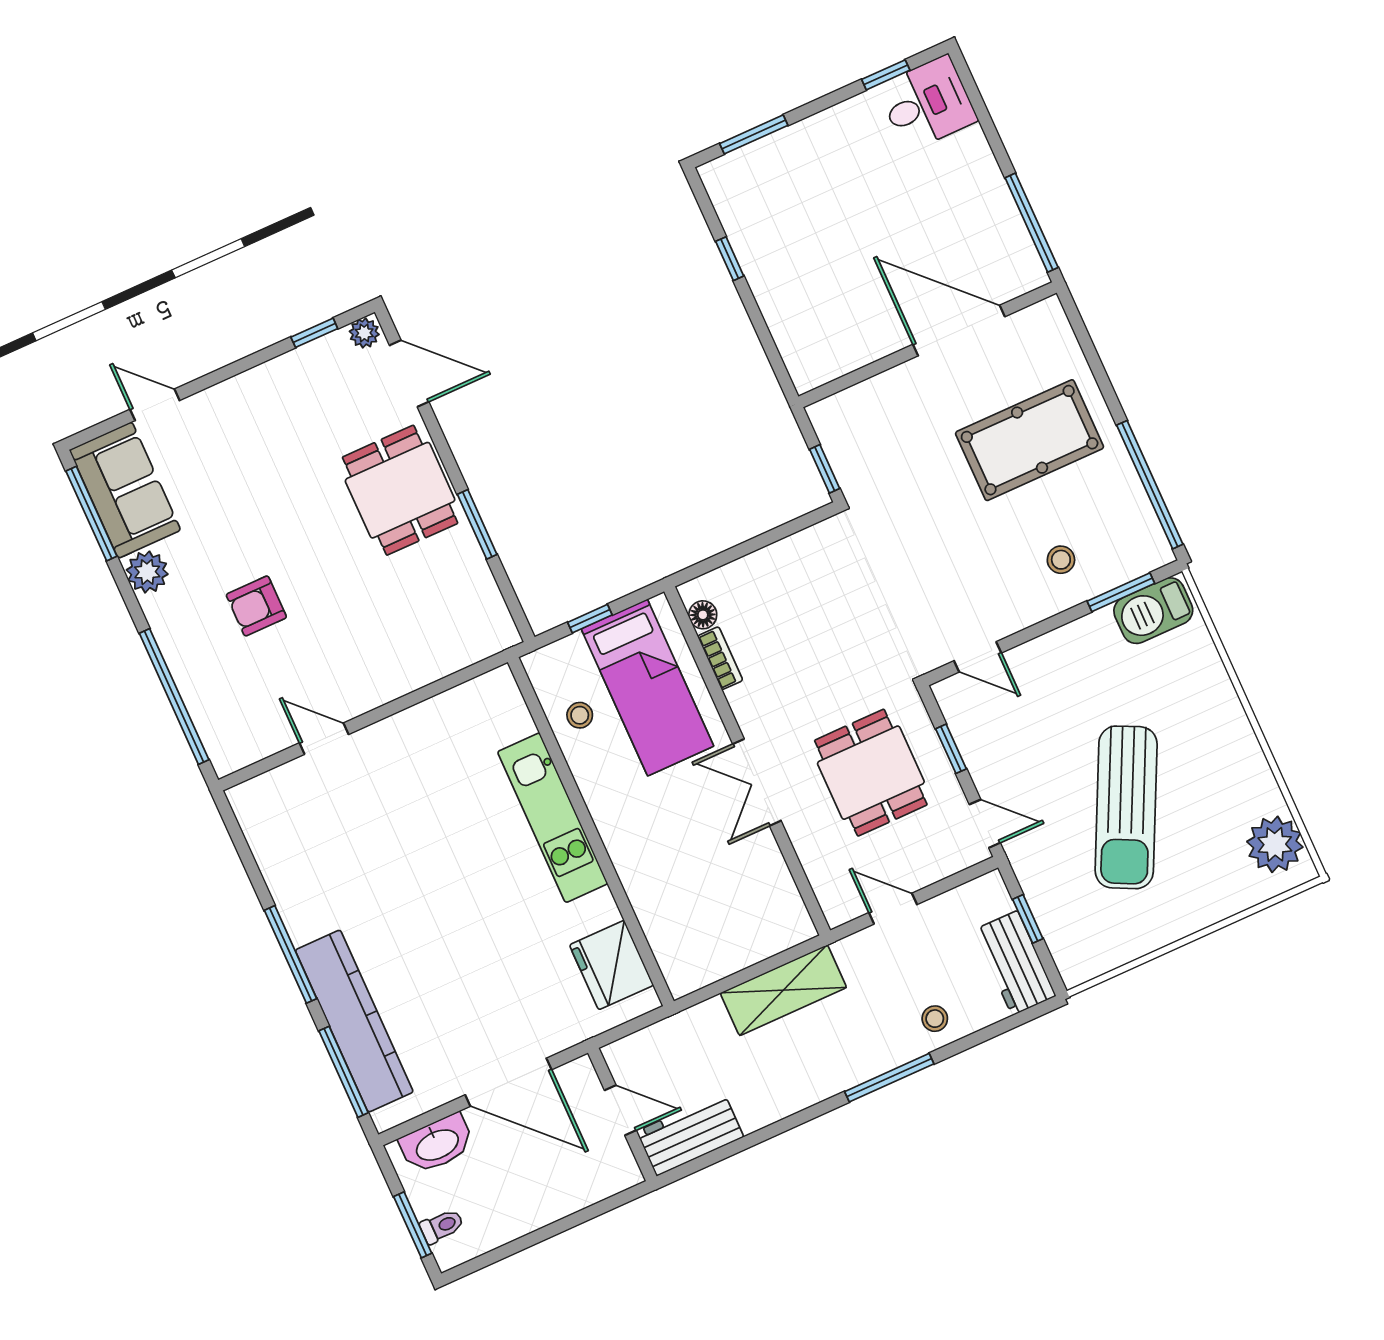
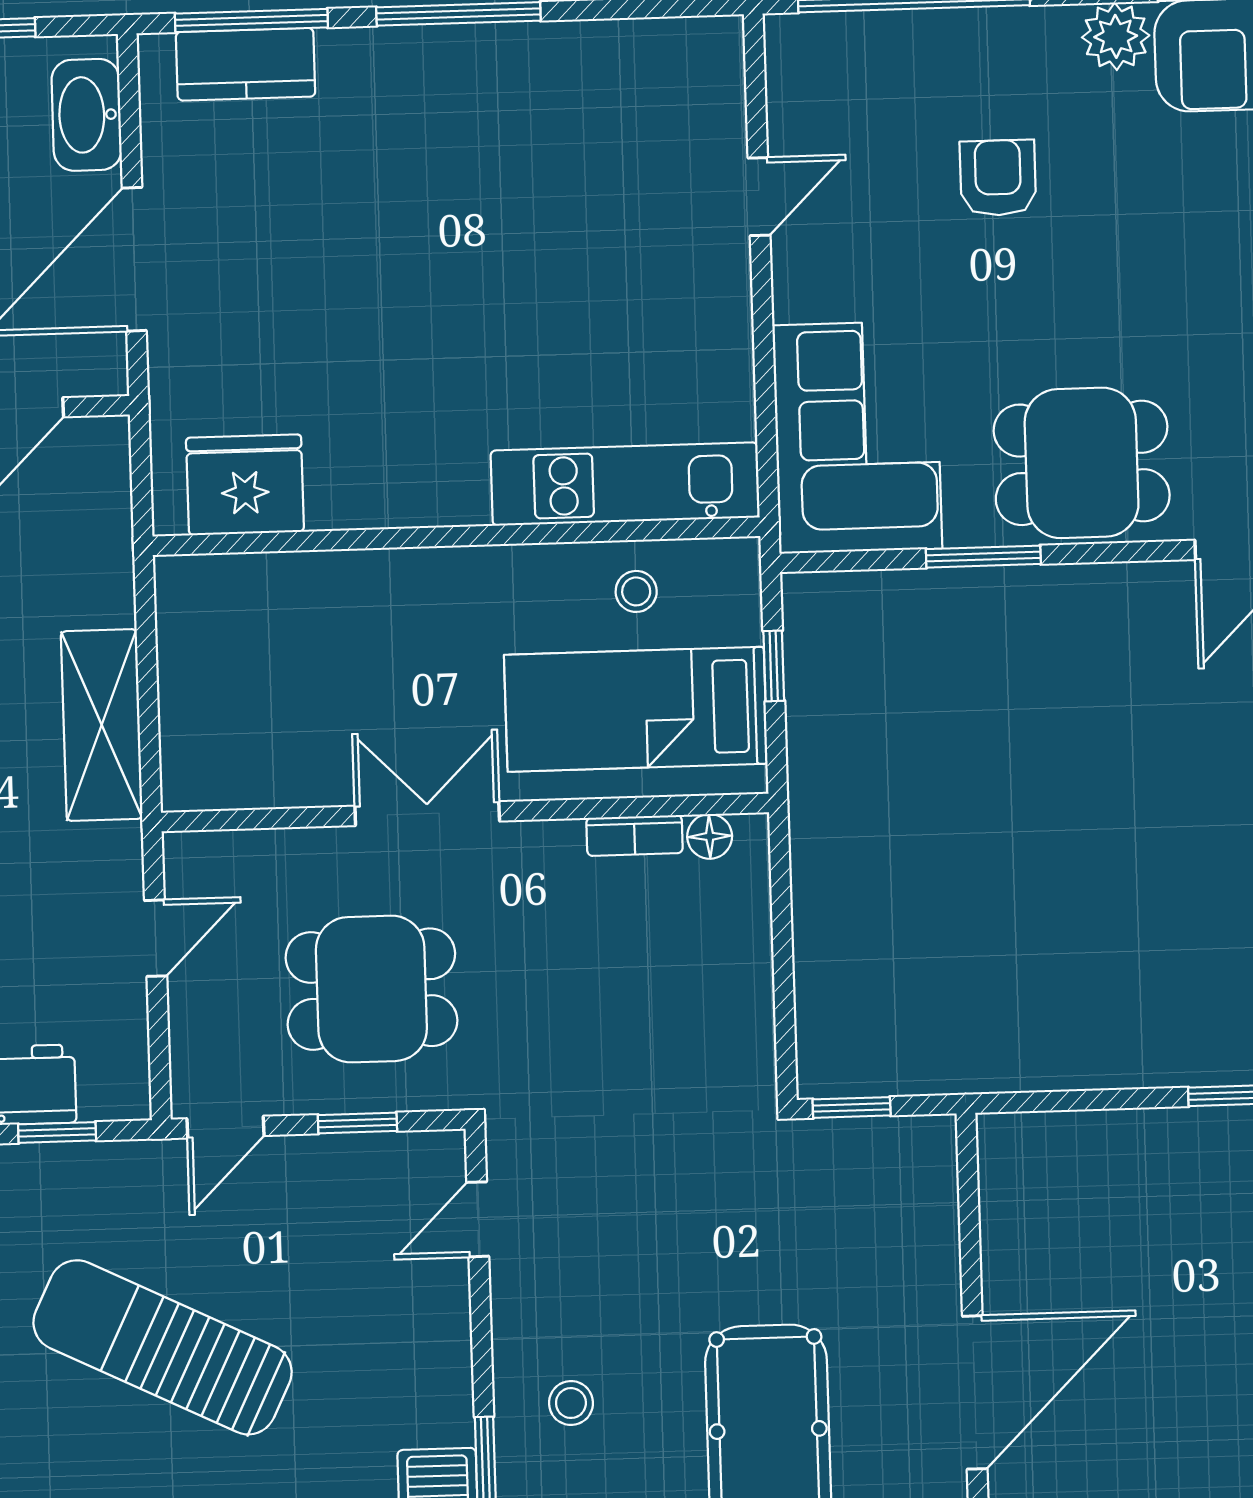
corner sofa: (439, 625) -> (857, 437), added
kitchen unit: (553, 818) -> (625, 484), moved
kitchen counter: (354, 1021) -> (246, 64), width x0.48, depth x0.86

